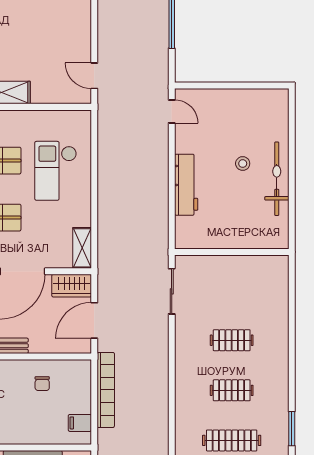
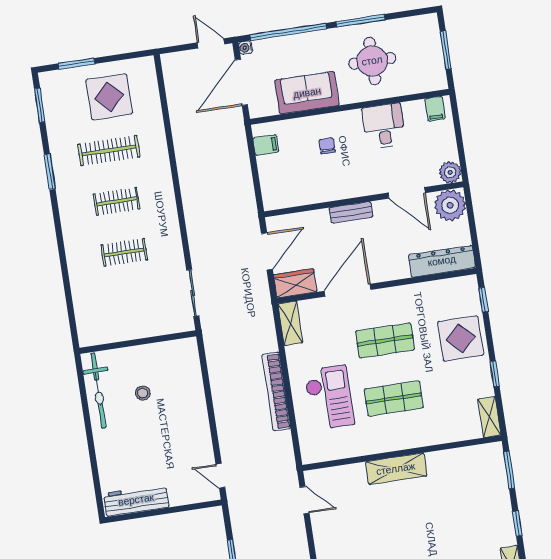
stool: (243, 164) -> (143, 393), moved
bicycle: (277, 179) -> (98, 391), moved
workbench: (186, 185) -> (136, 500), moved, turned 90
chair: (42, 384) -> (327, 146), moved
bookcase: (106, 390) -> (276, 392), moved

